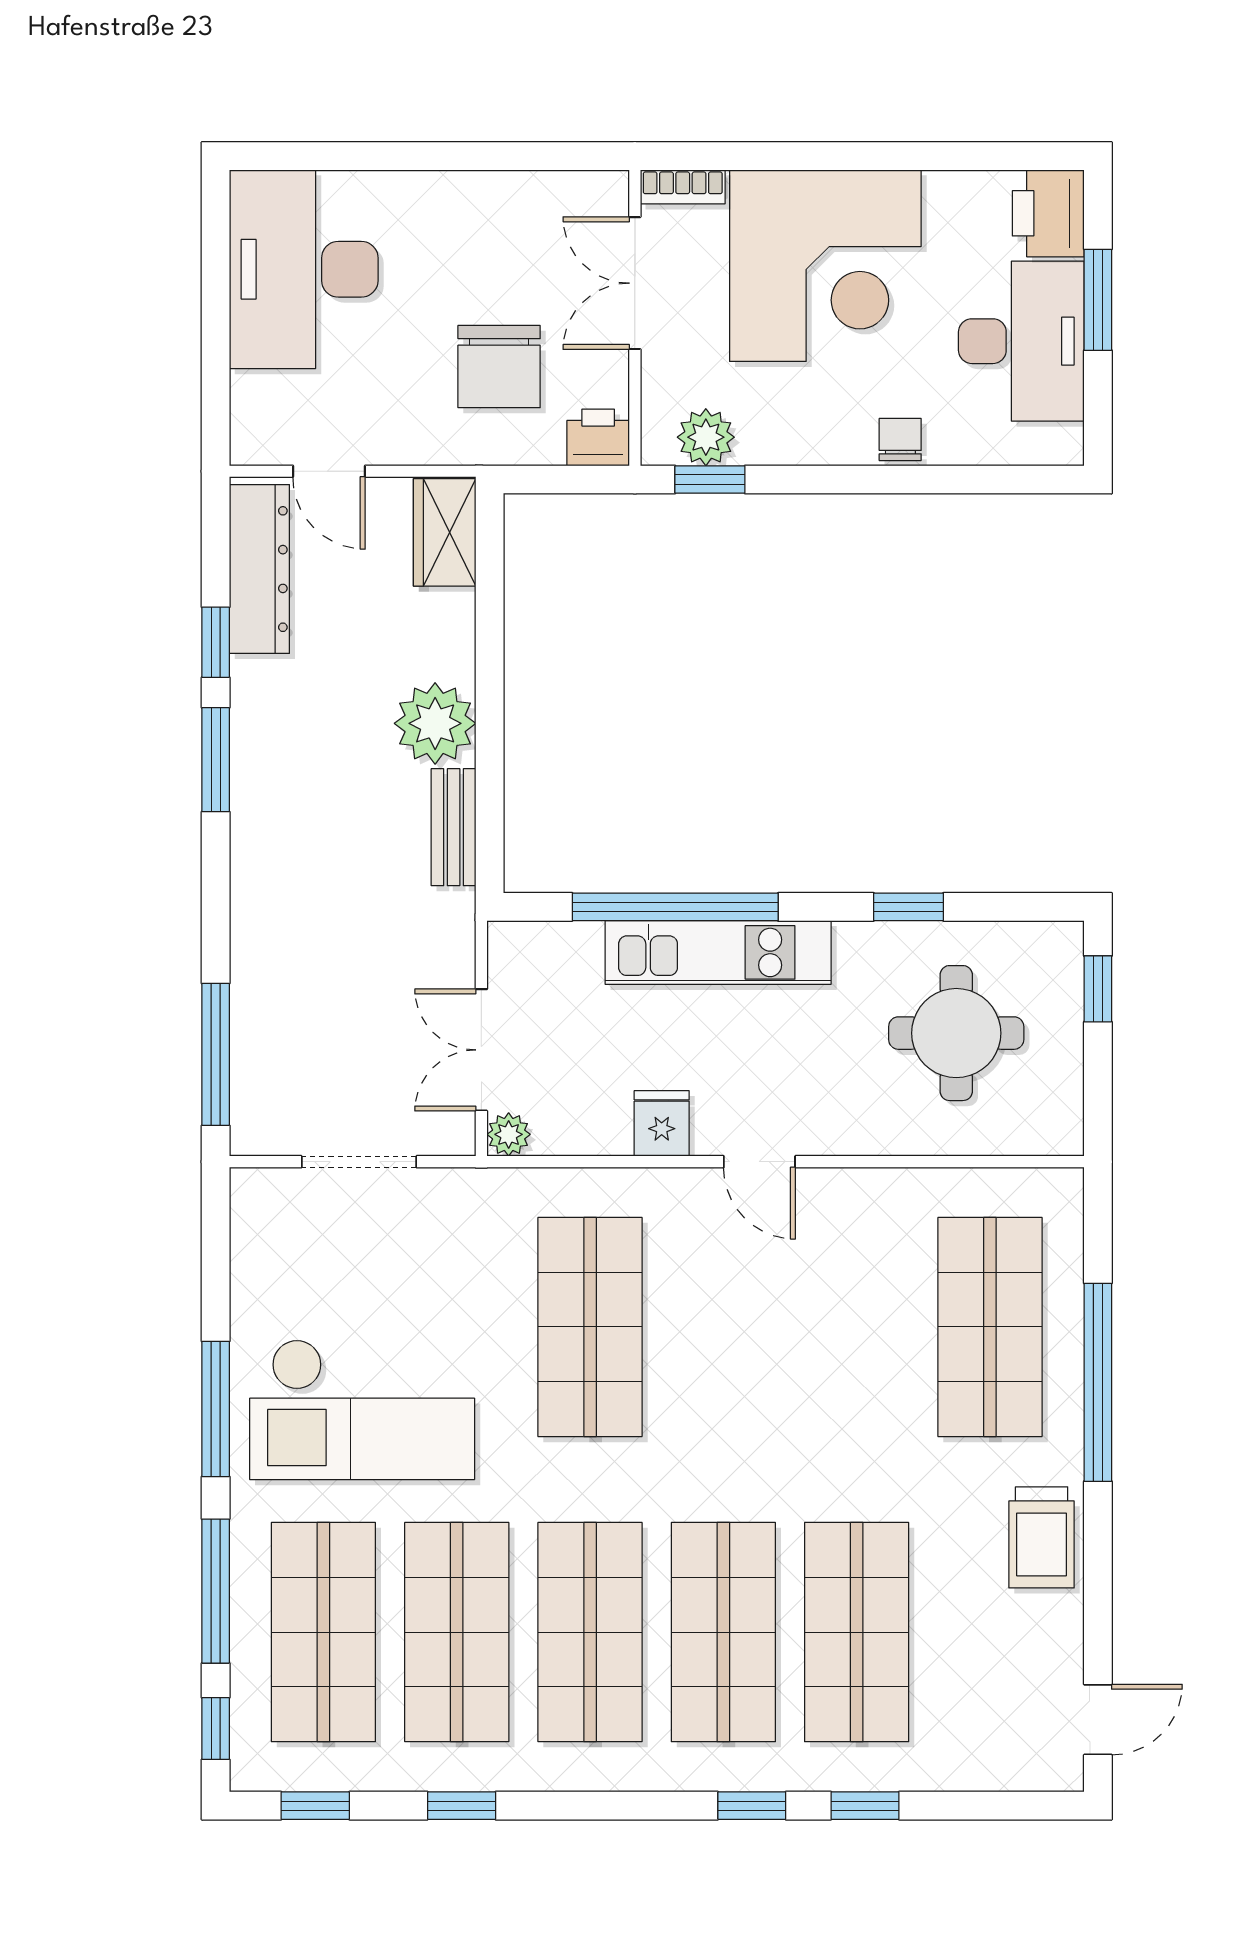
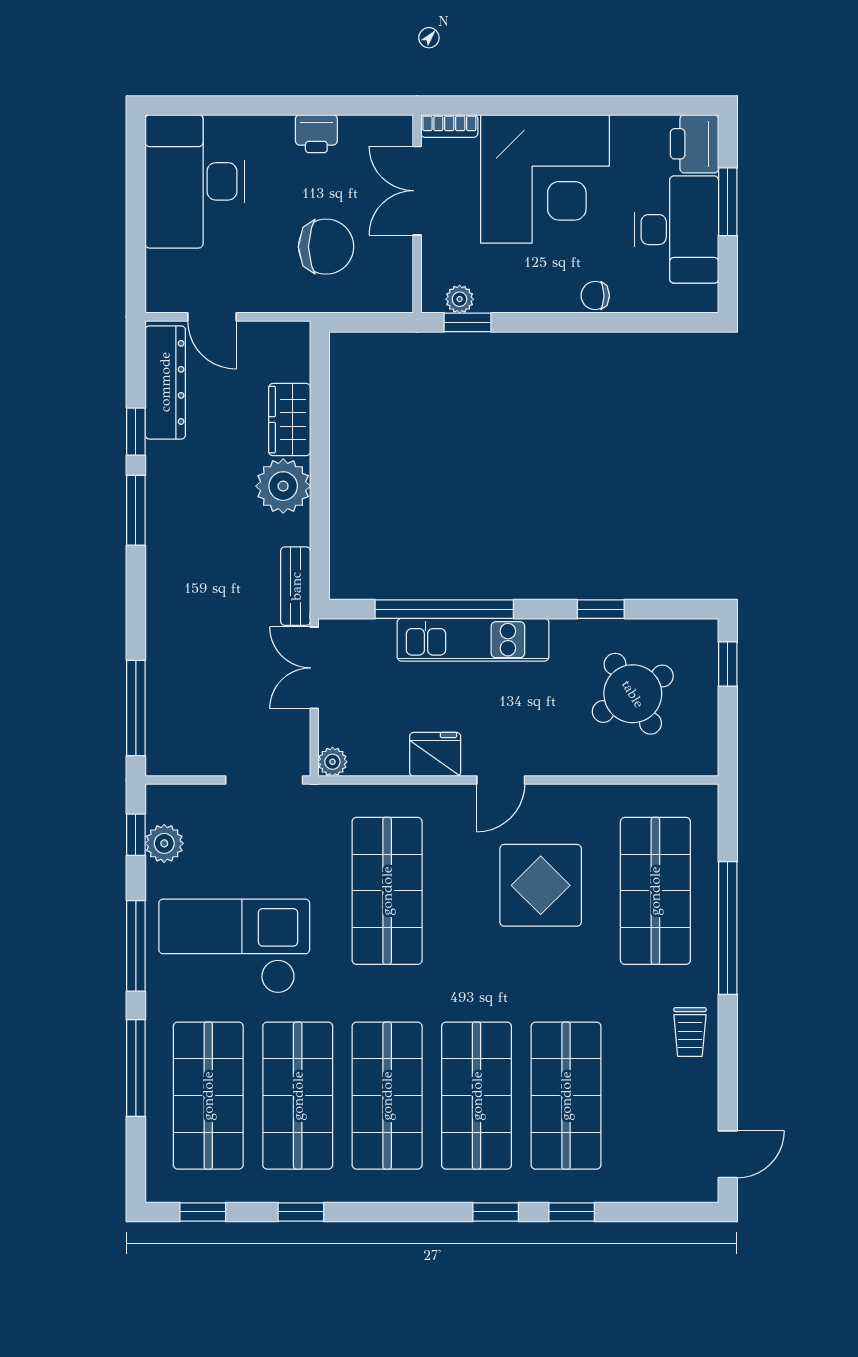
chair: (499, 367) -> (326, 247), turned -90
printer: (598, 437) -> (316, 134), moved, turned 180
plant: (706, 437) -> (460, 299), width x0.73, depth x0.73
chair: (900, 439) -> (595, 296), turned -90
wardrobe: (445, 532) -> (290, 420), moved
bench: (454, 827) -> (296, 586), moved
round table: (956, 1033) -> (633, 694), turned -31
double door: (481, 1050) -> (314, 668), moved
fridge: (662, 1123) -> (435, 754), width x1.38
doorway: (359, 1162) -> (264, 780), moved
door: (759, 1162) -> (501, 780), hinge flipped
plant: (258, 1256) -> (164, 843), added
display table: (819, 1319) -> (541, 885), added
checkout: (362, 1409) -> (234, 946), turned 180
trolley: (1042, 1537) -> (690, 1032), width x0.73, depth x0.72
window: (216, 1729) -> (136, 835), moved

